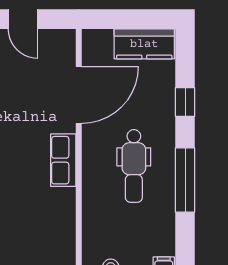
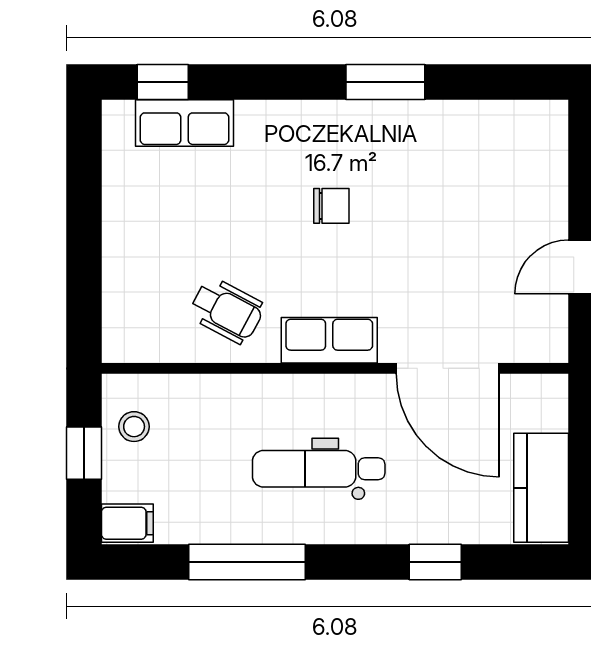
window: (185, 180) -> (247, 562), moved
wheelchair: (47, 216) -> (227, 310), added

